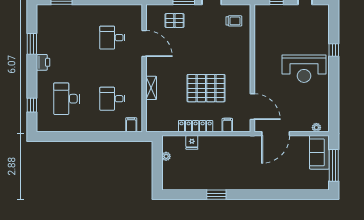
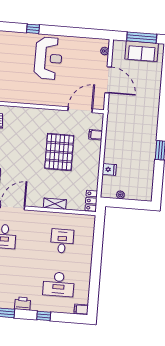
desk: (112, 99) -> (62, 241), turned 180
window: (32, 105) -> (44, 316), moved
filing cabinet: (131, 125) -> (81, 309), moved
locker: (196, 126) -> (91, 201), moved, width x0.66
door: (276, 134) -> (108, 80), moved
sofa: (319, 152) -> (142, 51), moved

